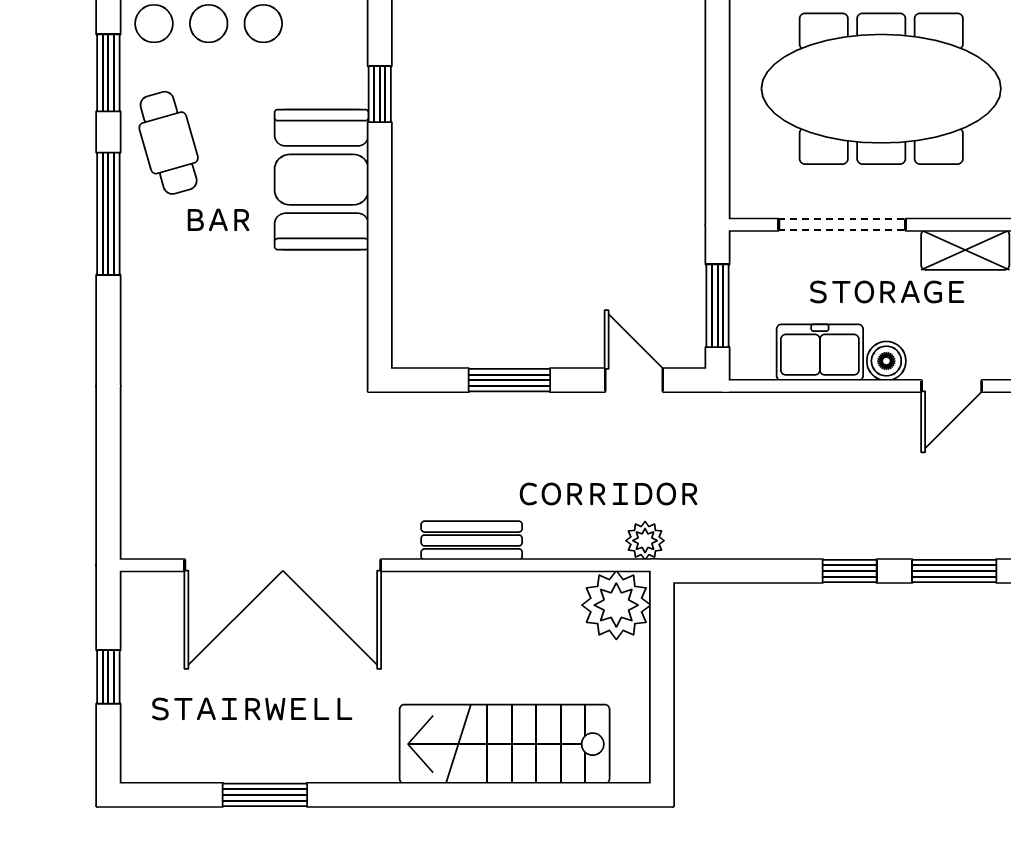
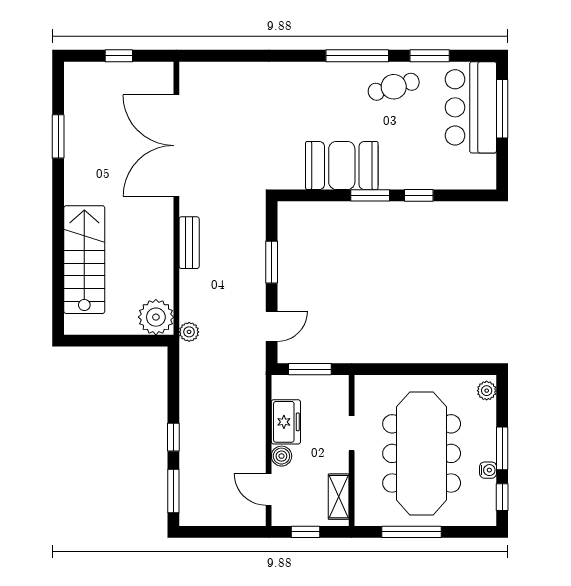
booth: (322, 180) -> (342, 165), moved
window: (380, 189) -> (370, 195), added
doorway: (842, 225) -> (352, 433), width x0.53

